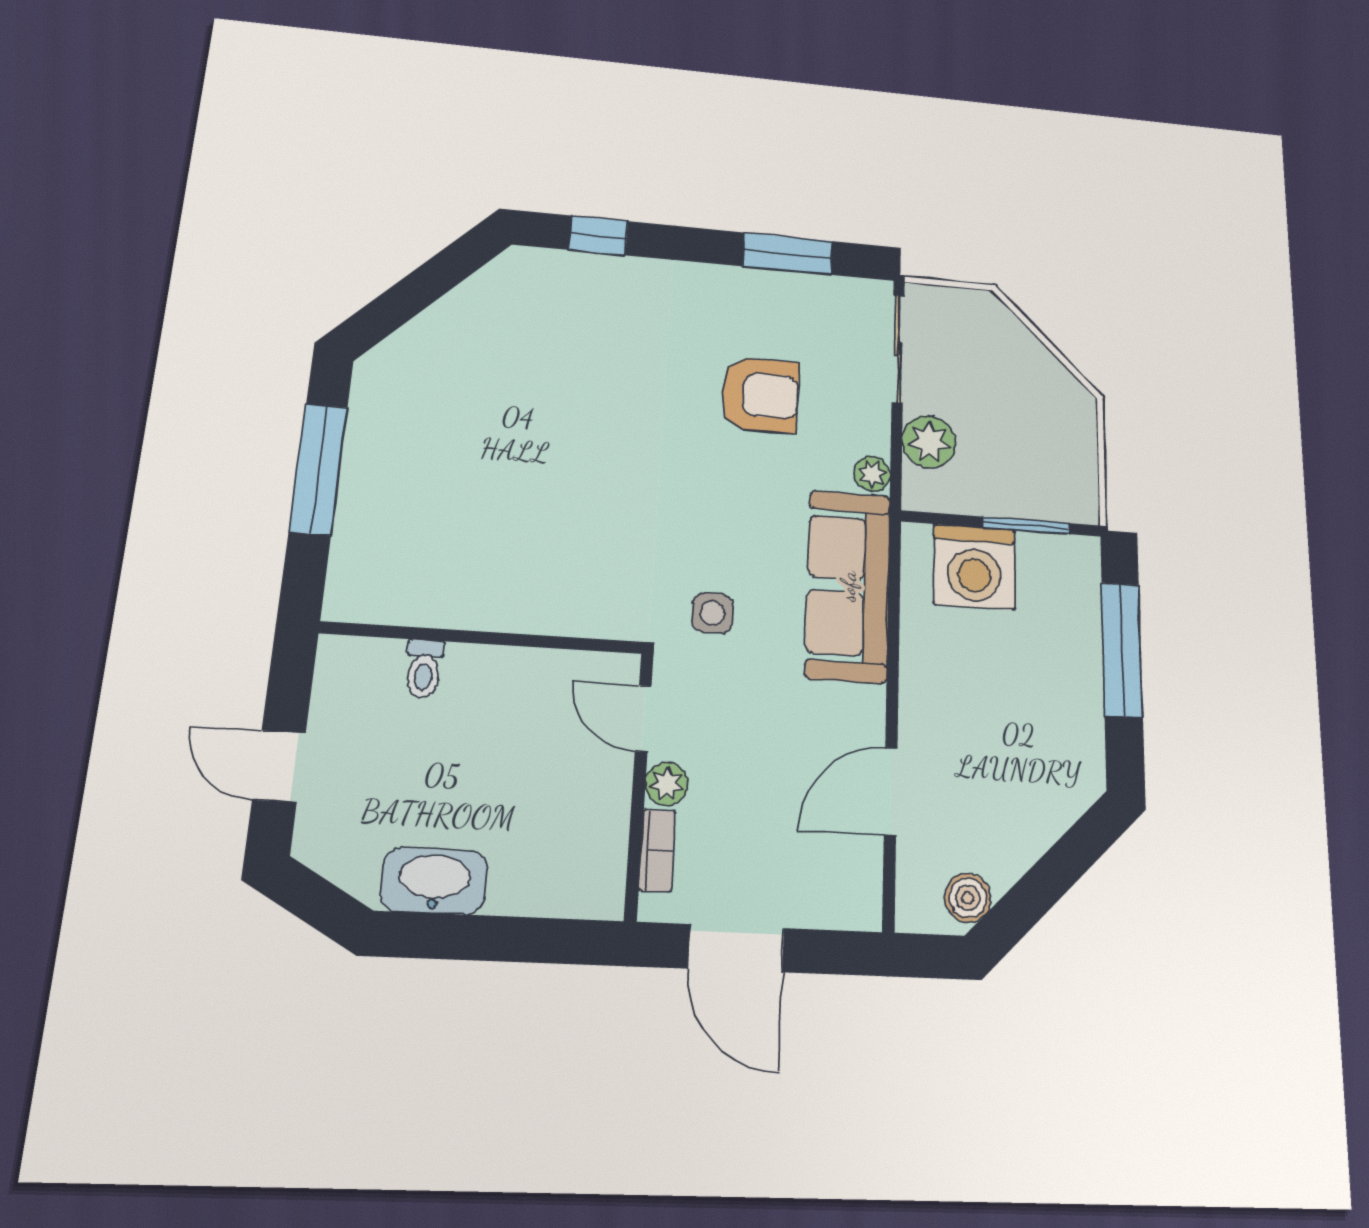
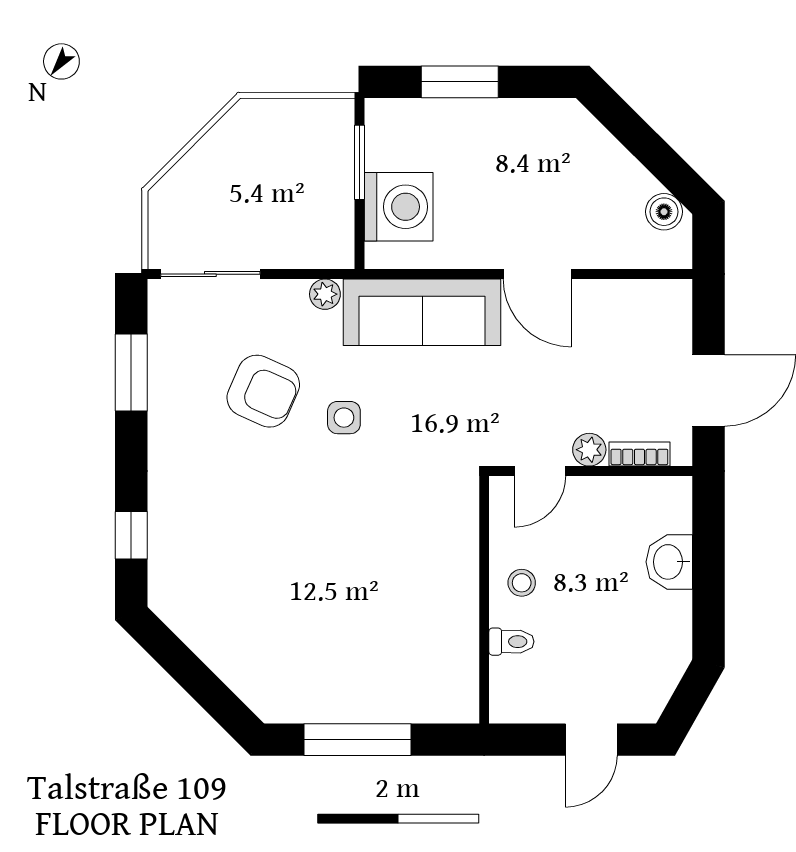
armchair: (760, 395) -> (263, 391), turned 114
plant: (929, 442) -> (292, 246), removed
side table: (712, 613) -> (344, 418), moved
window: (1122, 649) -> (460, 82), width x0.69
stool: (500, 687) -> (522, 583), added
door: (891, 791) -> (537, 274), moved
washbasin: (434, 881) -> (669, 562), moved, width x0.72

